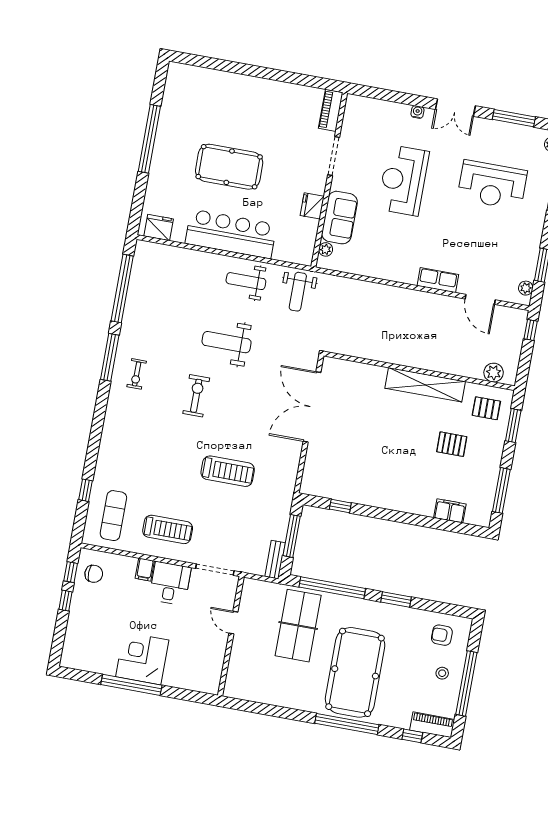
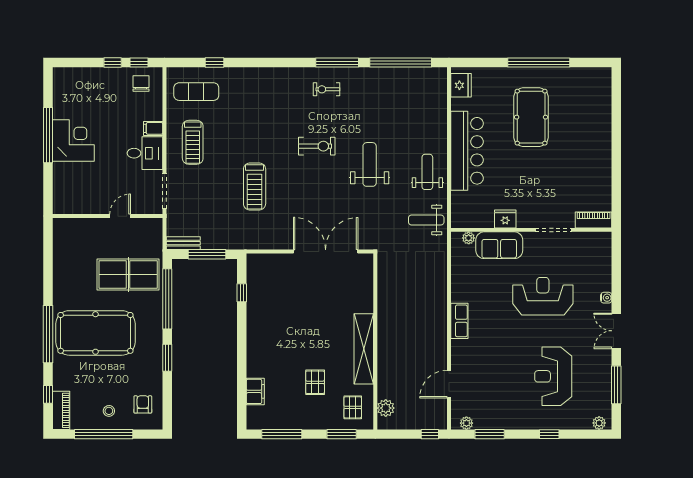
pool table: (229, 167) -> (531, 117), moved
row of seats: (438, 280) -> (459, 321), moved
chair: (94, 574) -> (141, 84), turned 180

